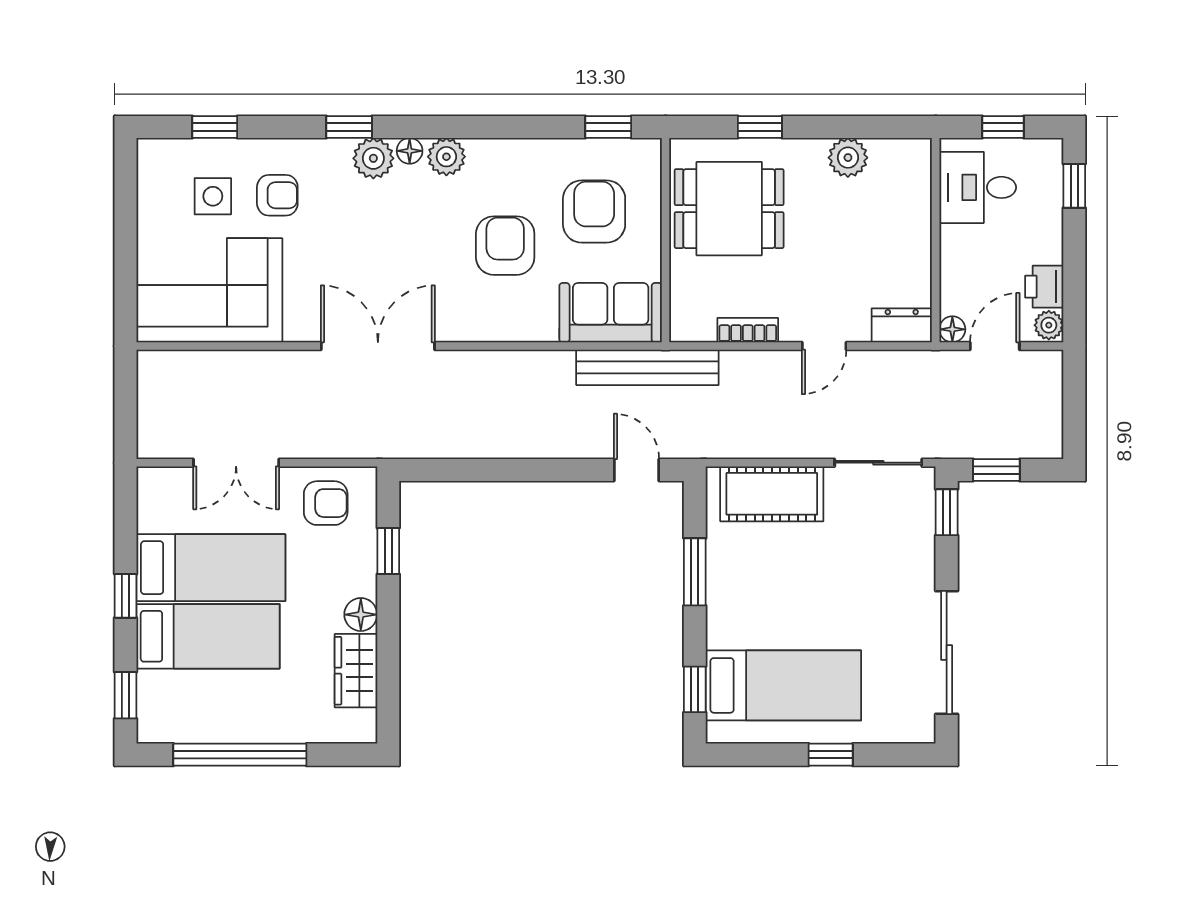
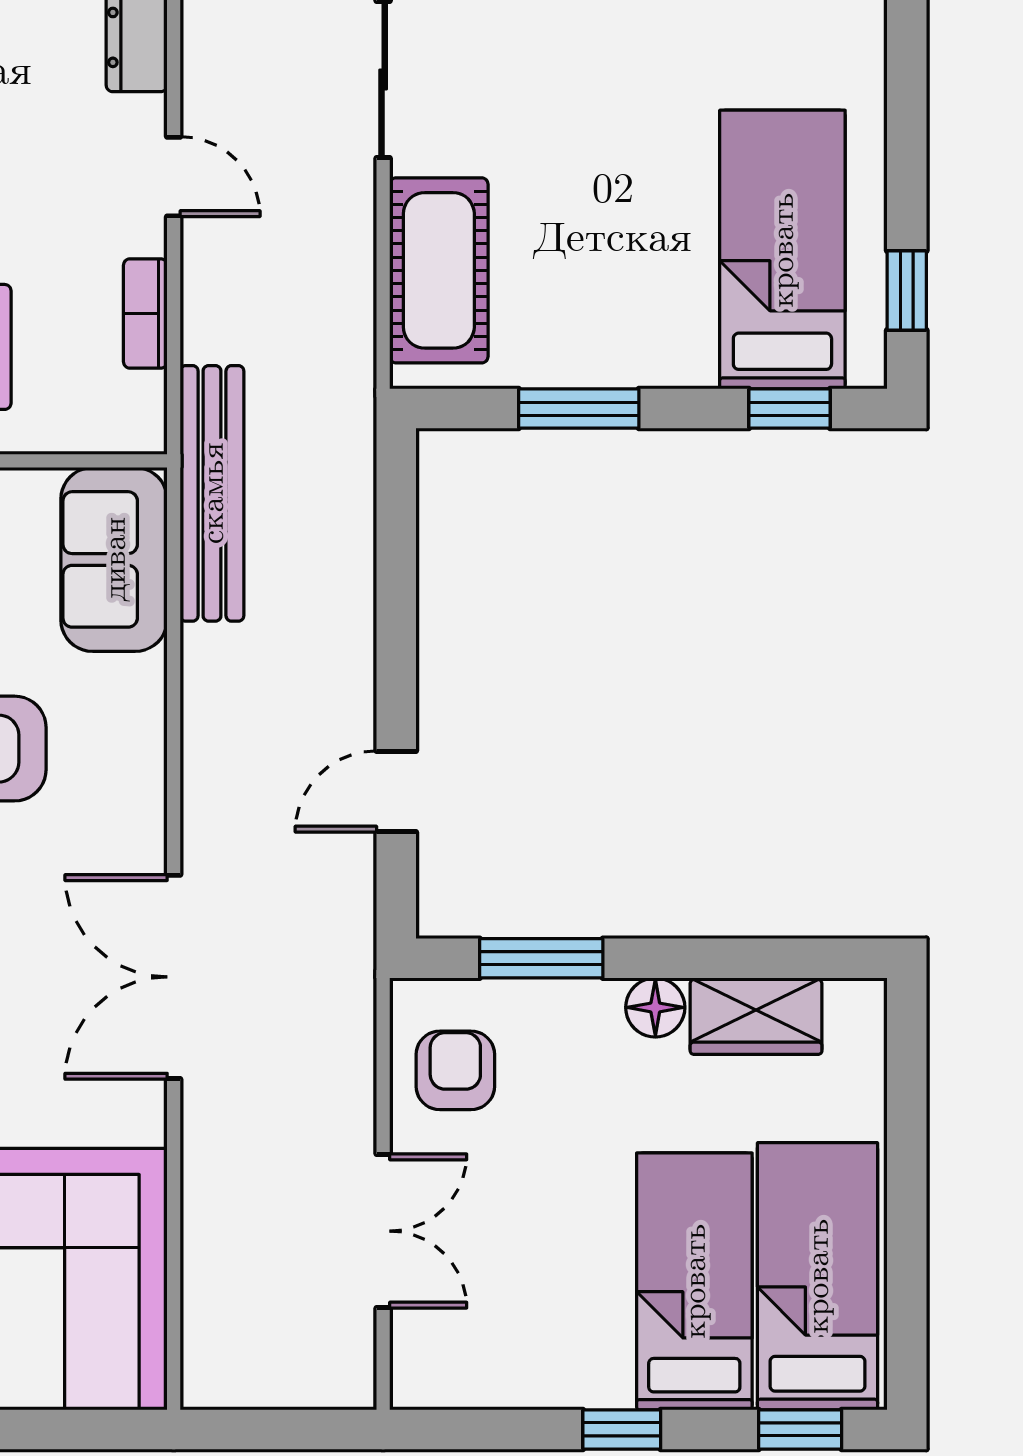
door: (637, 470) -> (396, 791), moved
window: (388, 551) -> (541, 958), width x1.50
bed: (211, 568) -> (817, 1276), moved
window: (240, 755) -> (907, 1224), removed
window: (831, 755) -> (907, 291), moved

